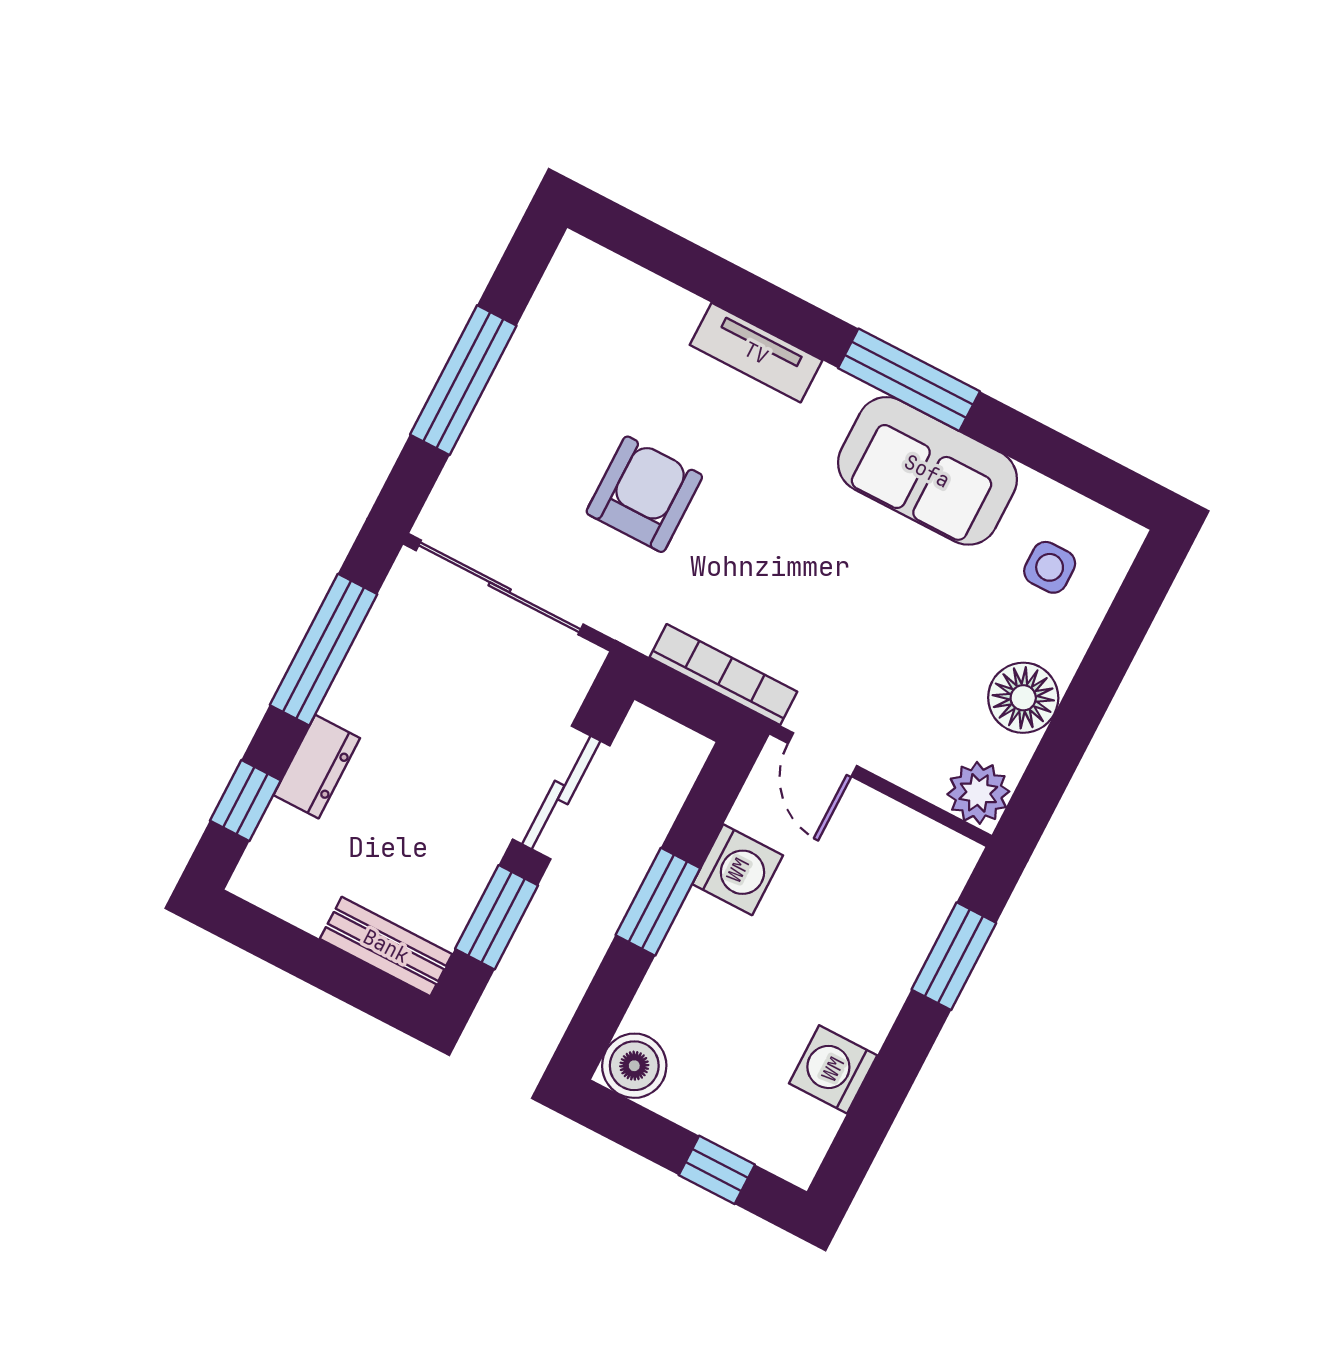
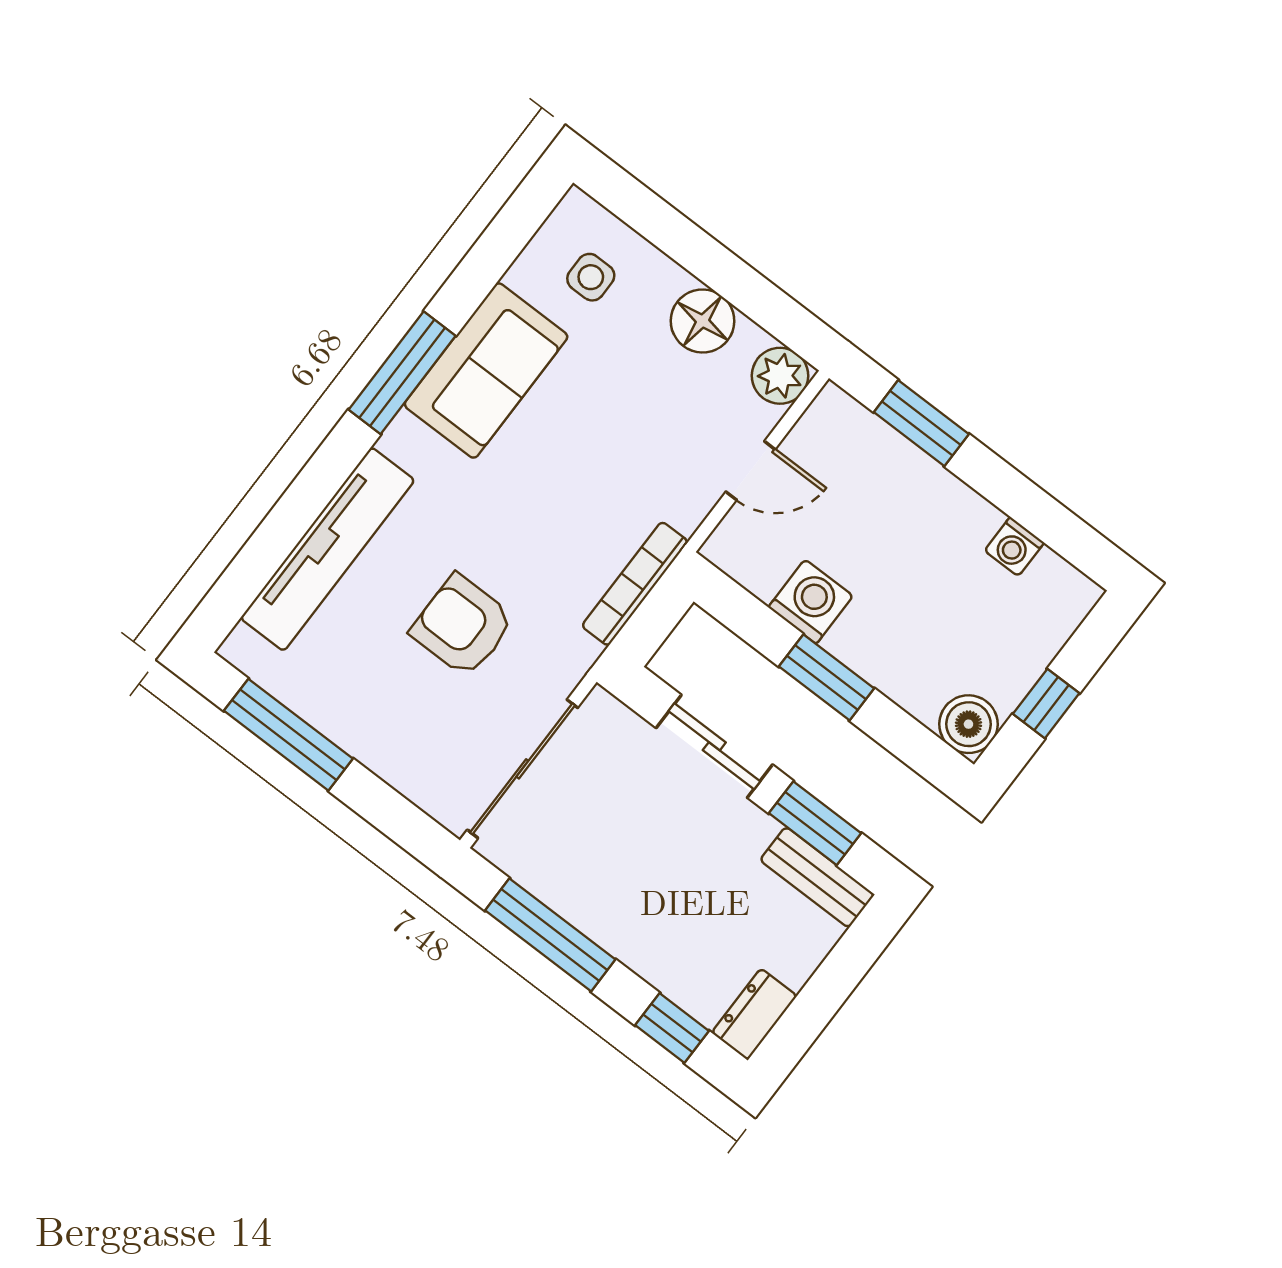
tv unit: (756, 353) -> (328, 549), width x1.92, depth x1.29
window: (463, 380) -> (288, 735), moved
door: (822, 755) -> (751, 471), moved
dresser: (317, 767) -> (754, 1014), moved, turned -90
bench: (386, 946) -> (817, 877), moved, turned 90
washing machine: (833, 1069) -> (1014, 547), width x0.73, depth x0.73
window: (717, 1170) -> (1046, 704), moved

